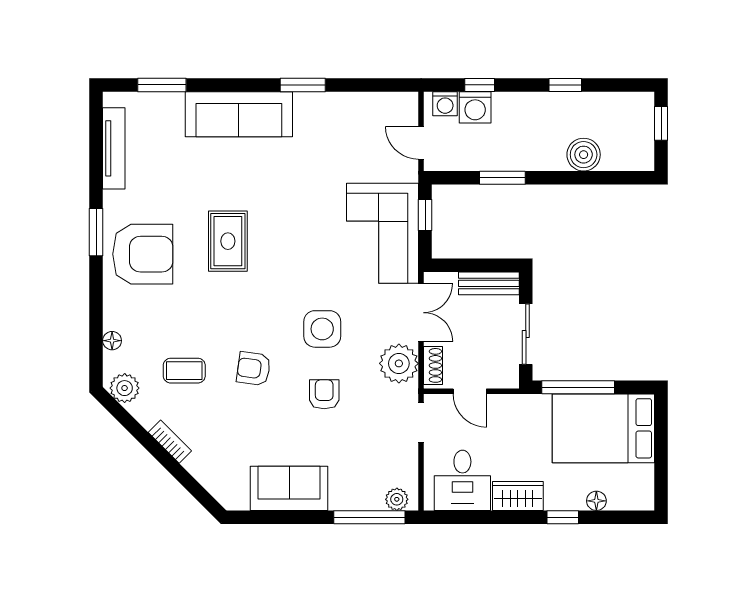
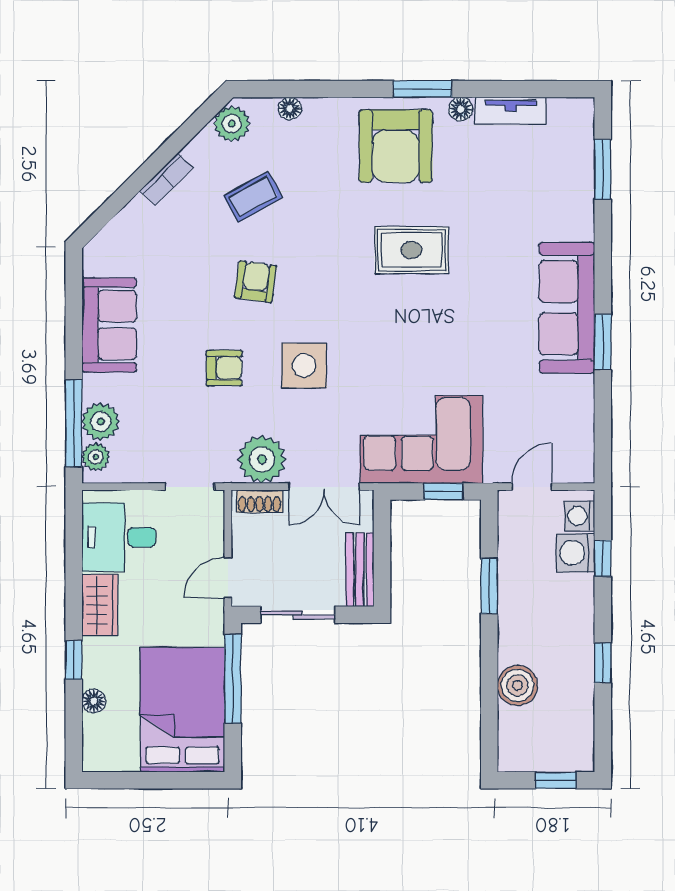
sofa: (239, 114) -> (567, 308), moved
tv unit: (114, 148) -> (511, 111), width x0.71
floor lamp: (113, 201) -> (461, 109), added
coffee table: (184, 371) -> (253, 197), turned 61
door: (470, 391) -> (228, 578), moved
plant: (368, 495) -> (101, 422), added

